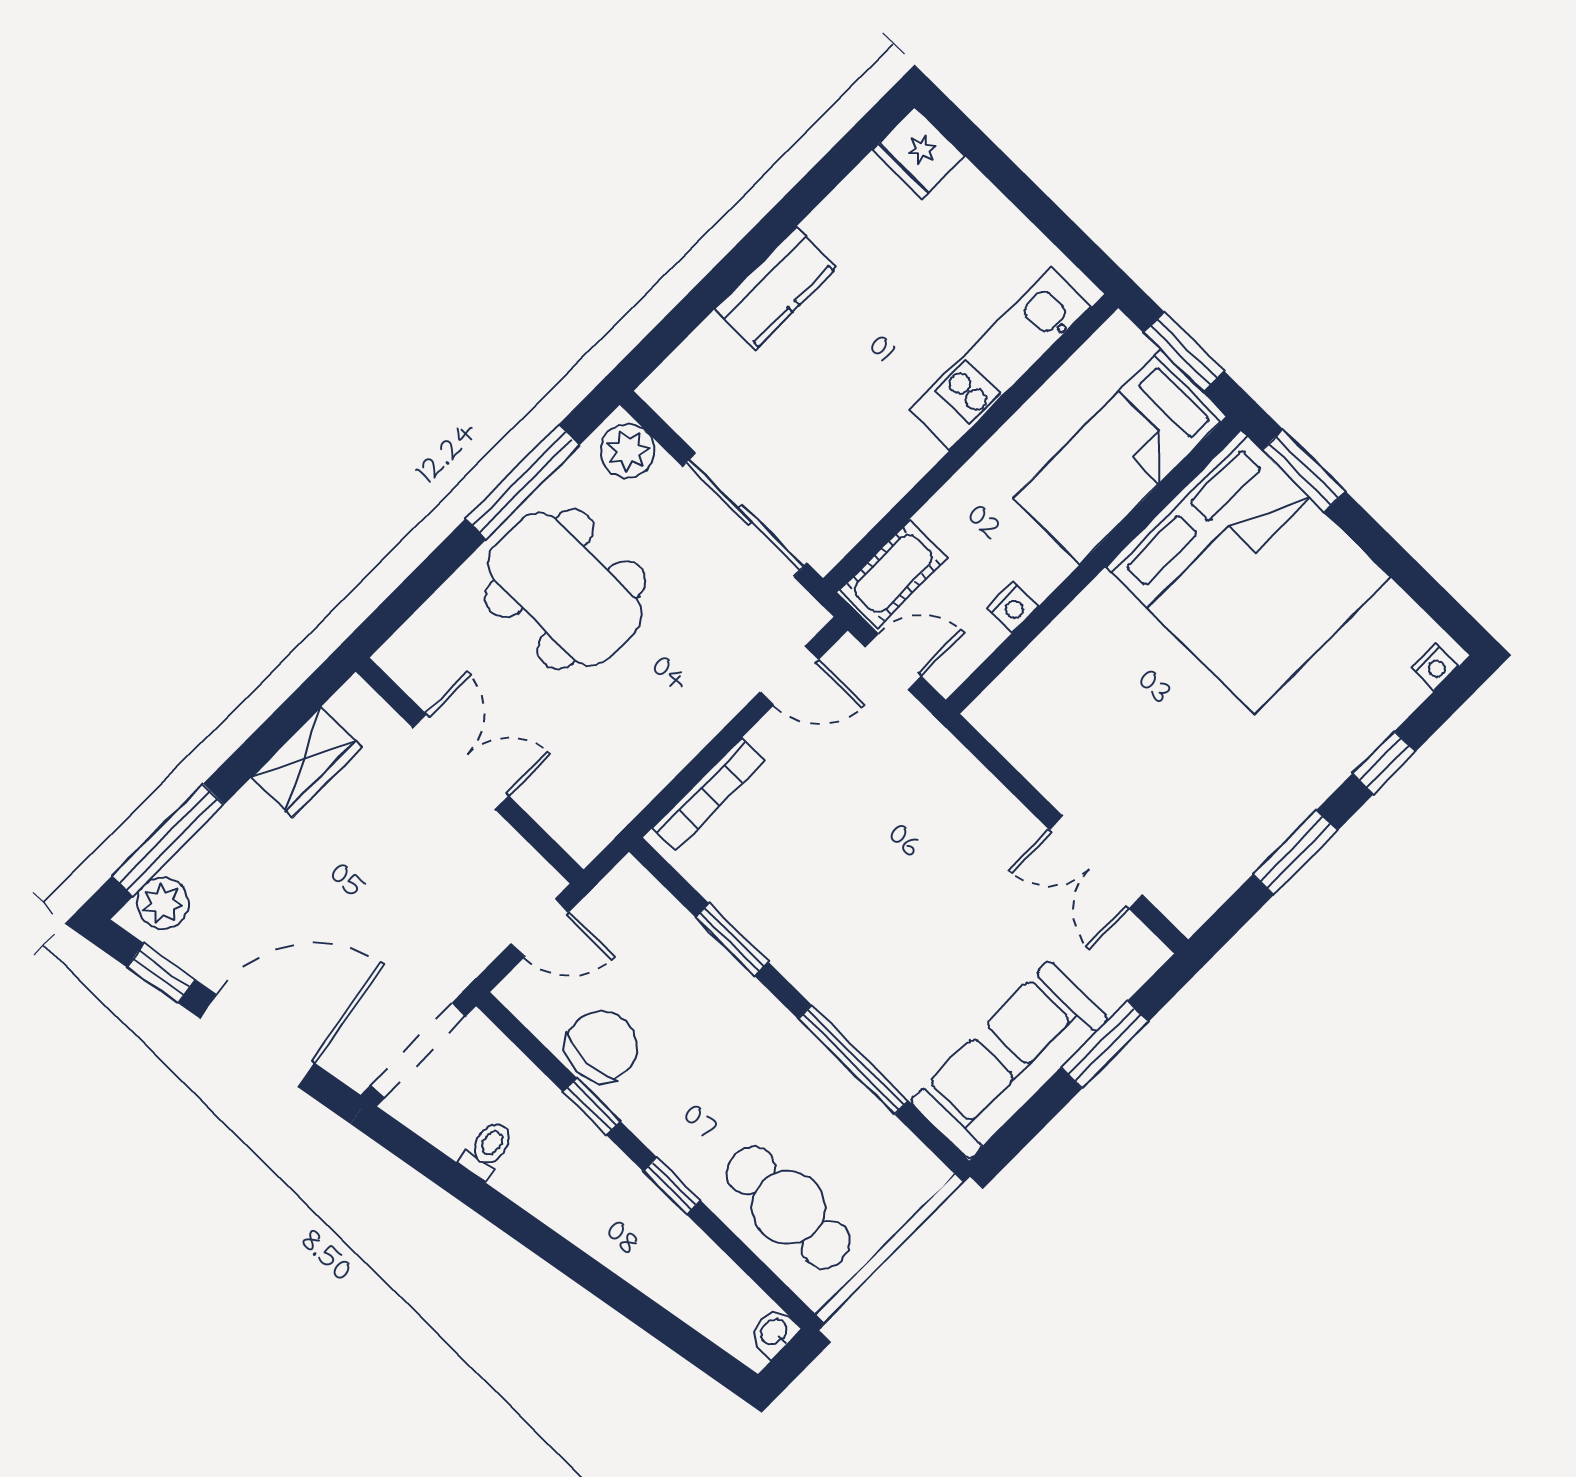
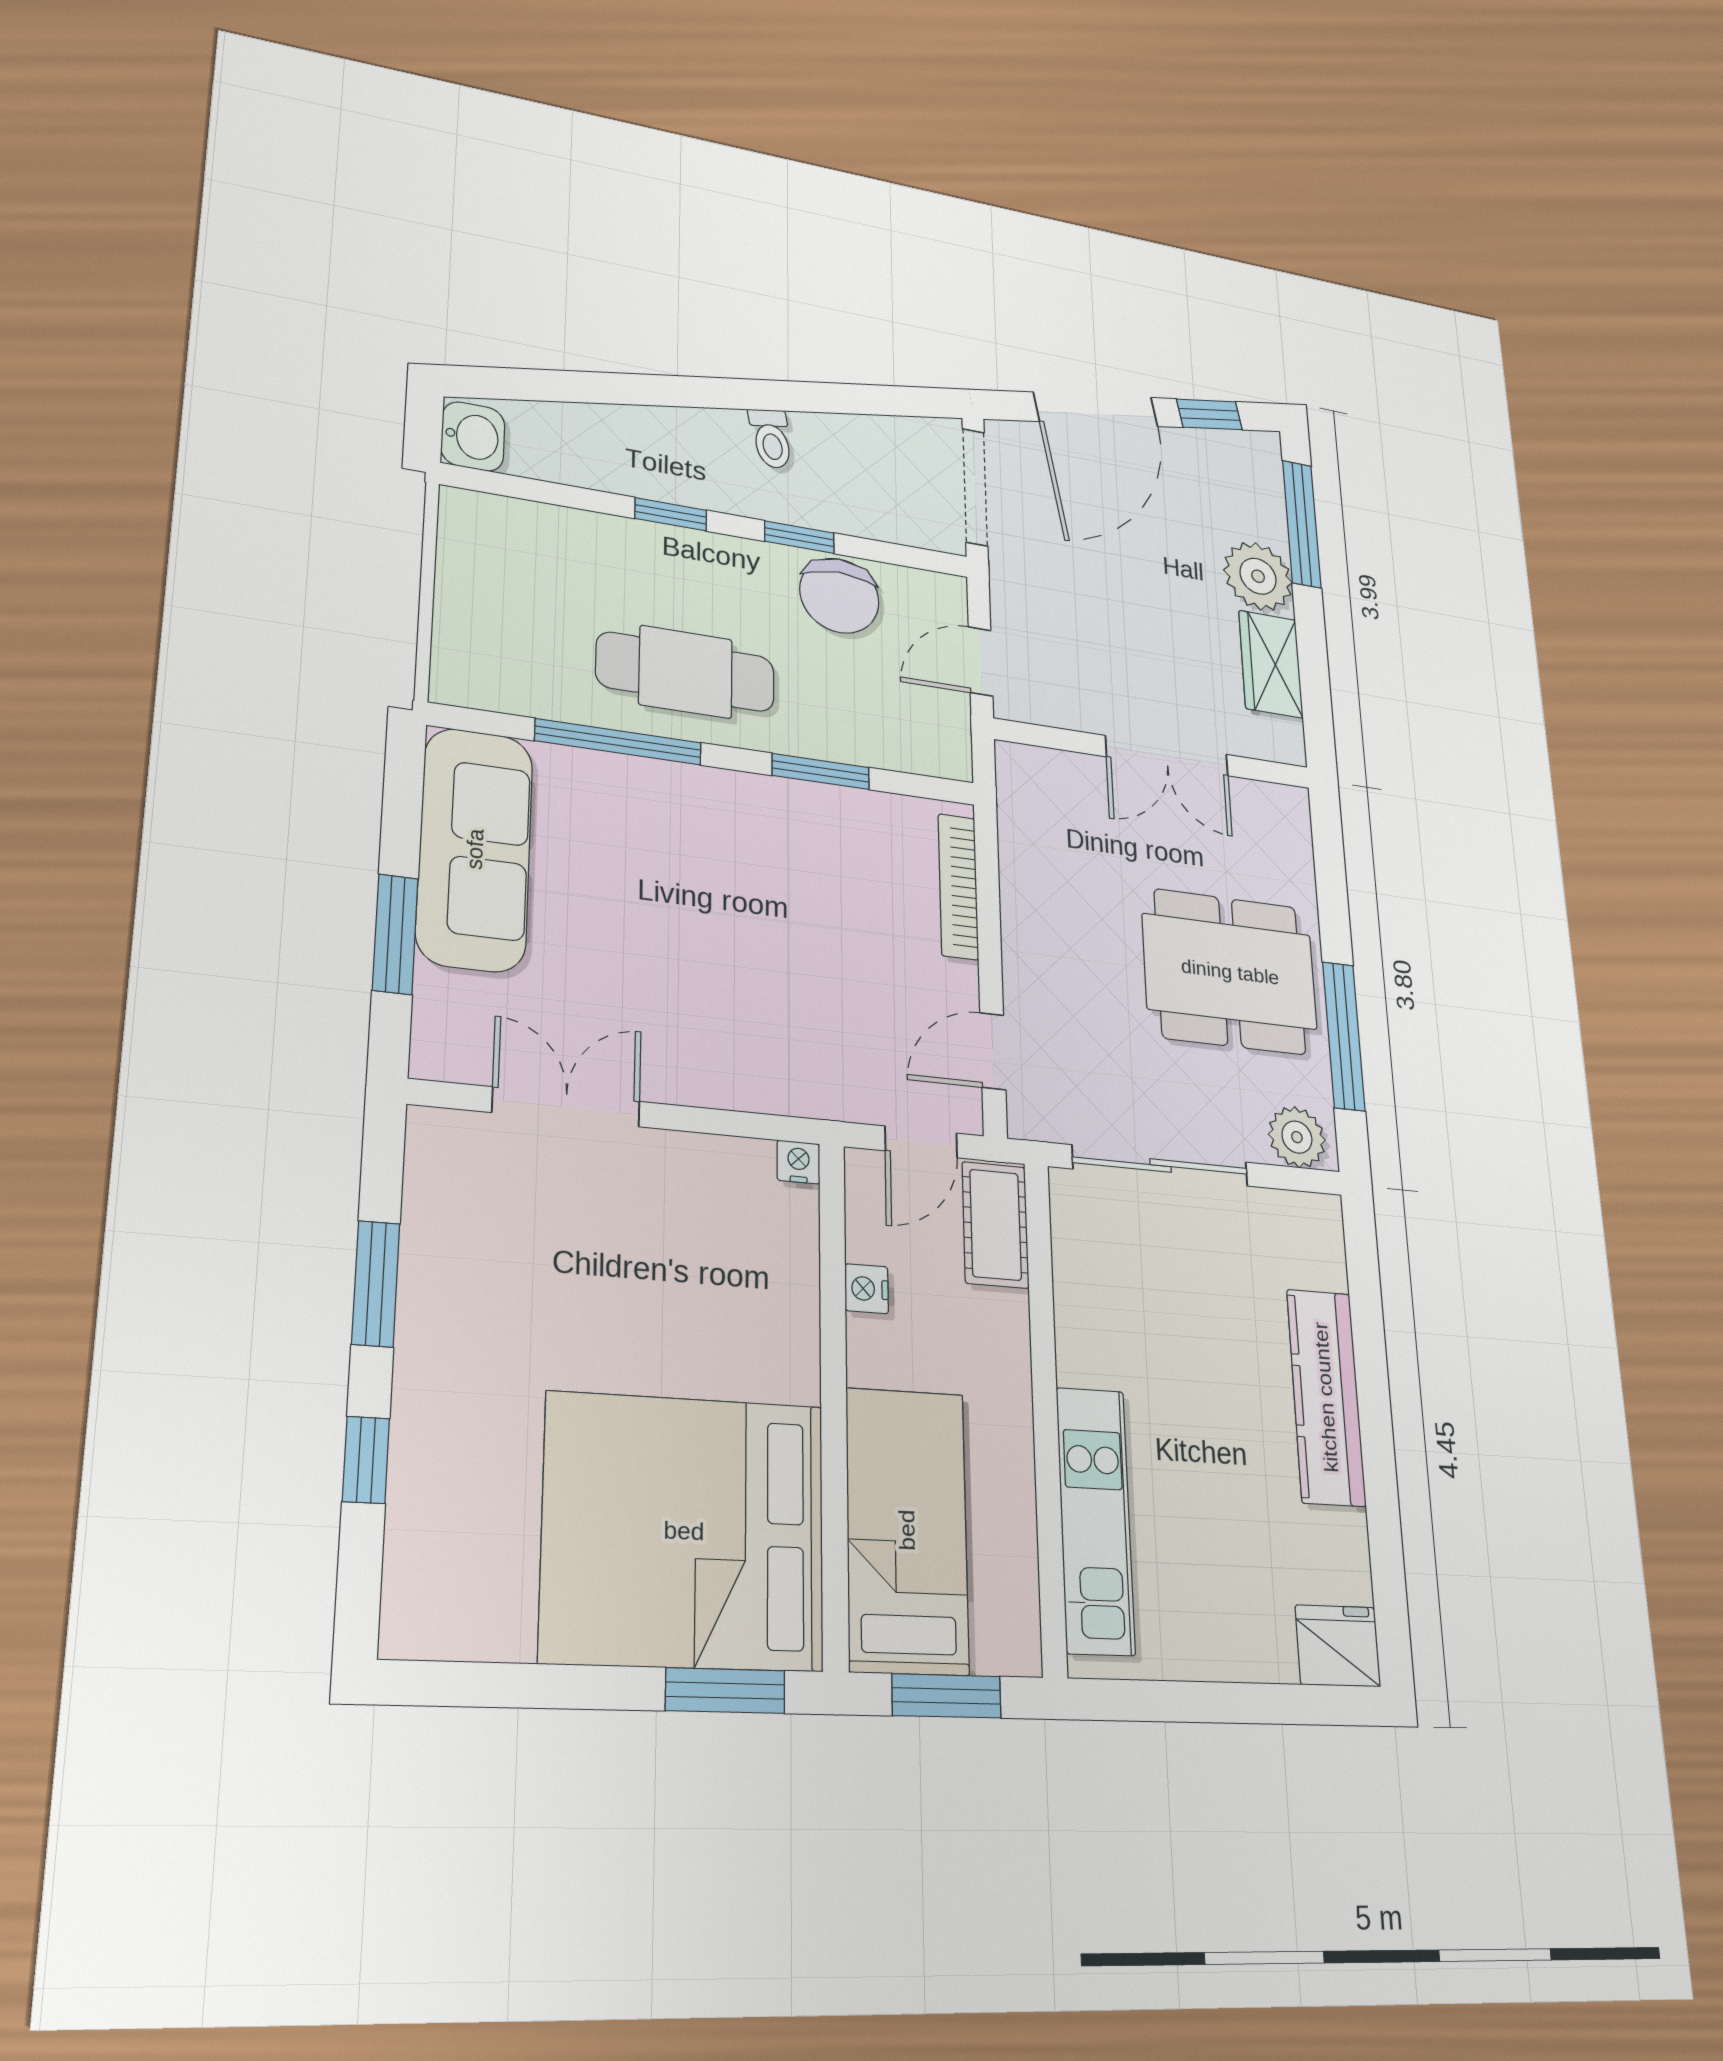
kitchen counter: (776, 288) -> (1326, 1397), width x1.50
nightstand: (1435, 667) -> (798, 1162), moved, turned 90
plant: (163, 903) -> (1258, 576), moved, width x1.36, depth x1.36
toilet: (487, 1150) -> (771, 439), moved
cafe table: (788, 1207) -> (686, 672), moved
washbasin: (774, 1332) -> (473, 436), width x1.38, depth x1.45

